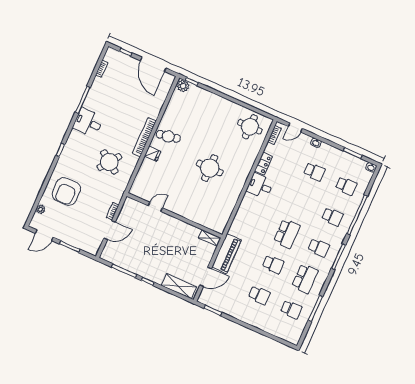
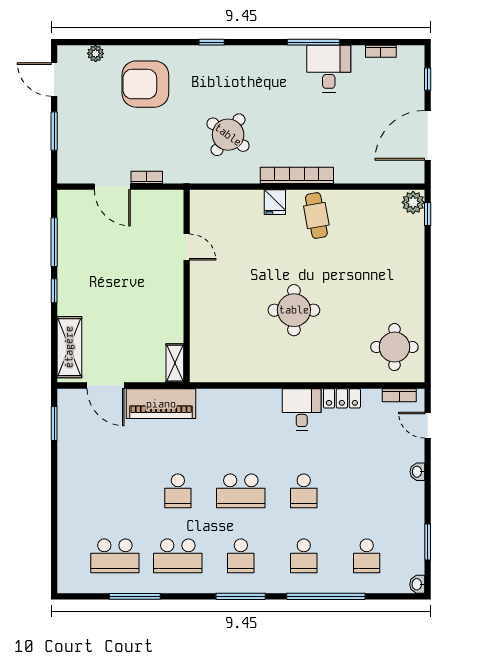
desk: (88, 122) -> (329, 69), moved
school desk: (314, 172) -> (304, 491), moved
school desk: (259, 295) -> (115, 491), removed
school desk: (291, 309) -> (115, 556), width x1.85

